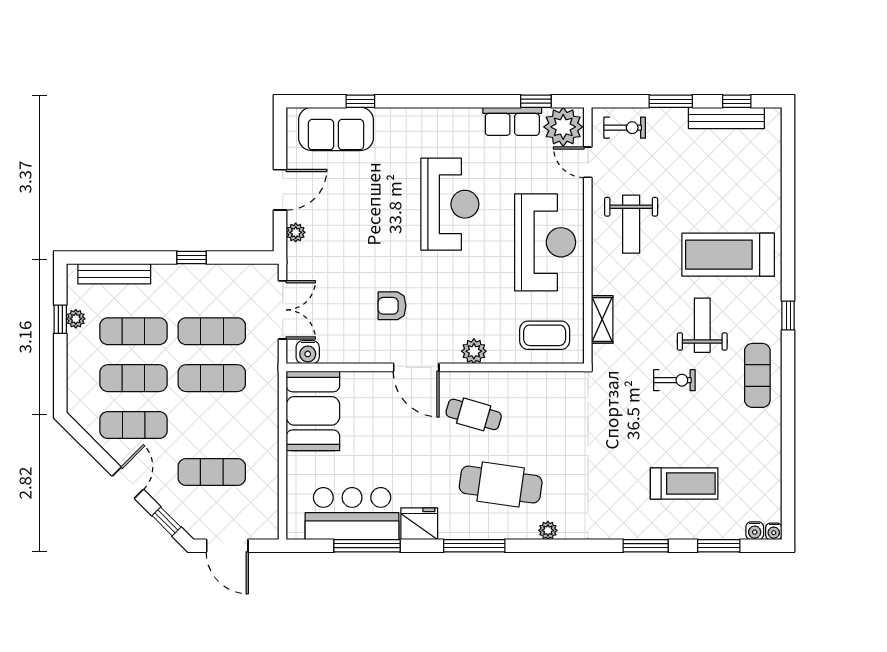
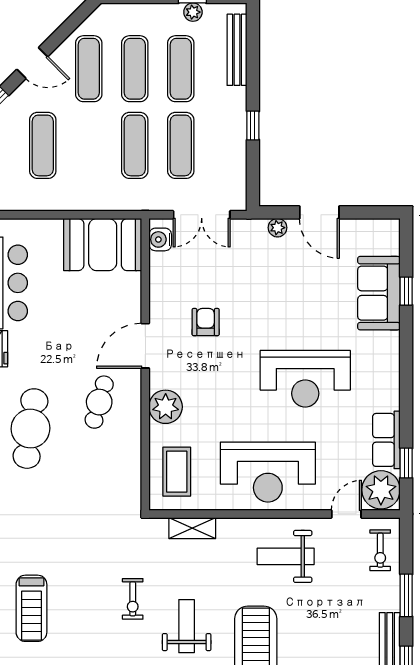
sofa: (336, 129) -> (379, 293), moved
weight bench: (702, 325) -> (187, 626), turned -90
plant: (474, 351) -> (166, 407), width x1.36, depth x1.36

